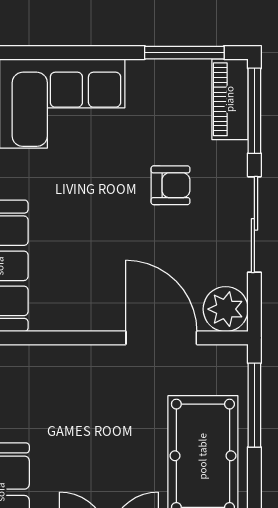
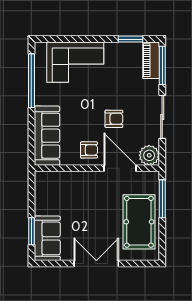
window: (184, 53) -> (130, 39), width x0.69
armchair: (171, 185) -> (114, 119), moved
armchair: (93, 297) -> (89, 150), added

